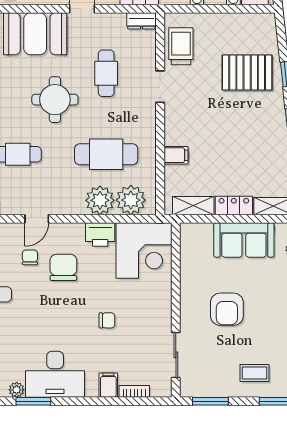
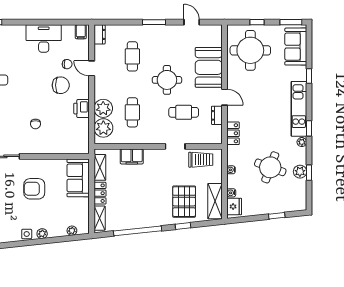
dresser: (141, 21) -> (217, 115), moved
shelving: (246, 24) -> (215, 201), added
cafe table: (106, 154) -> (132, 112), width x0.73, depth x0.74
filing cabinet: (176, 155) -> (132, 156), width x2.00
sofa: (244, 240) -> (78, 178), moved
corner desk: (144, 251) -> (71, 136), removed
chair: (107, 320) -> (35, 124), moved

